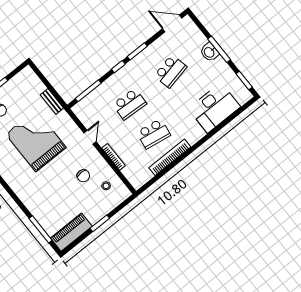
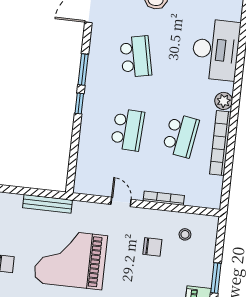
window: (88, 91) -> (73, 157), removed
bench: (52, 101) -> (48, 204), width x1.36
plant: (193, 138) -> (224, 101), added

